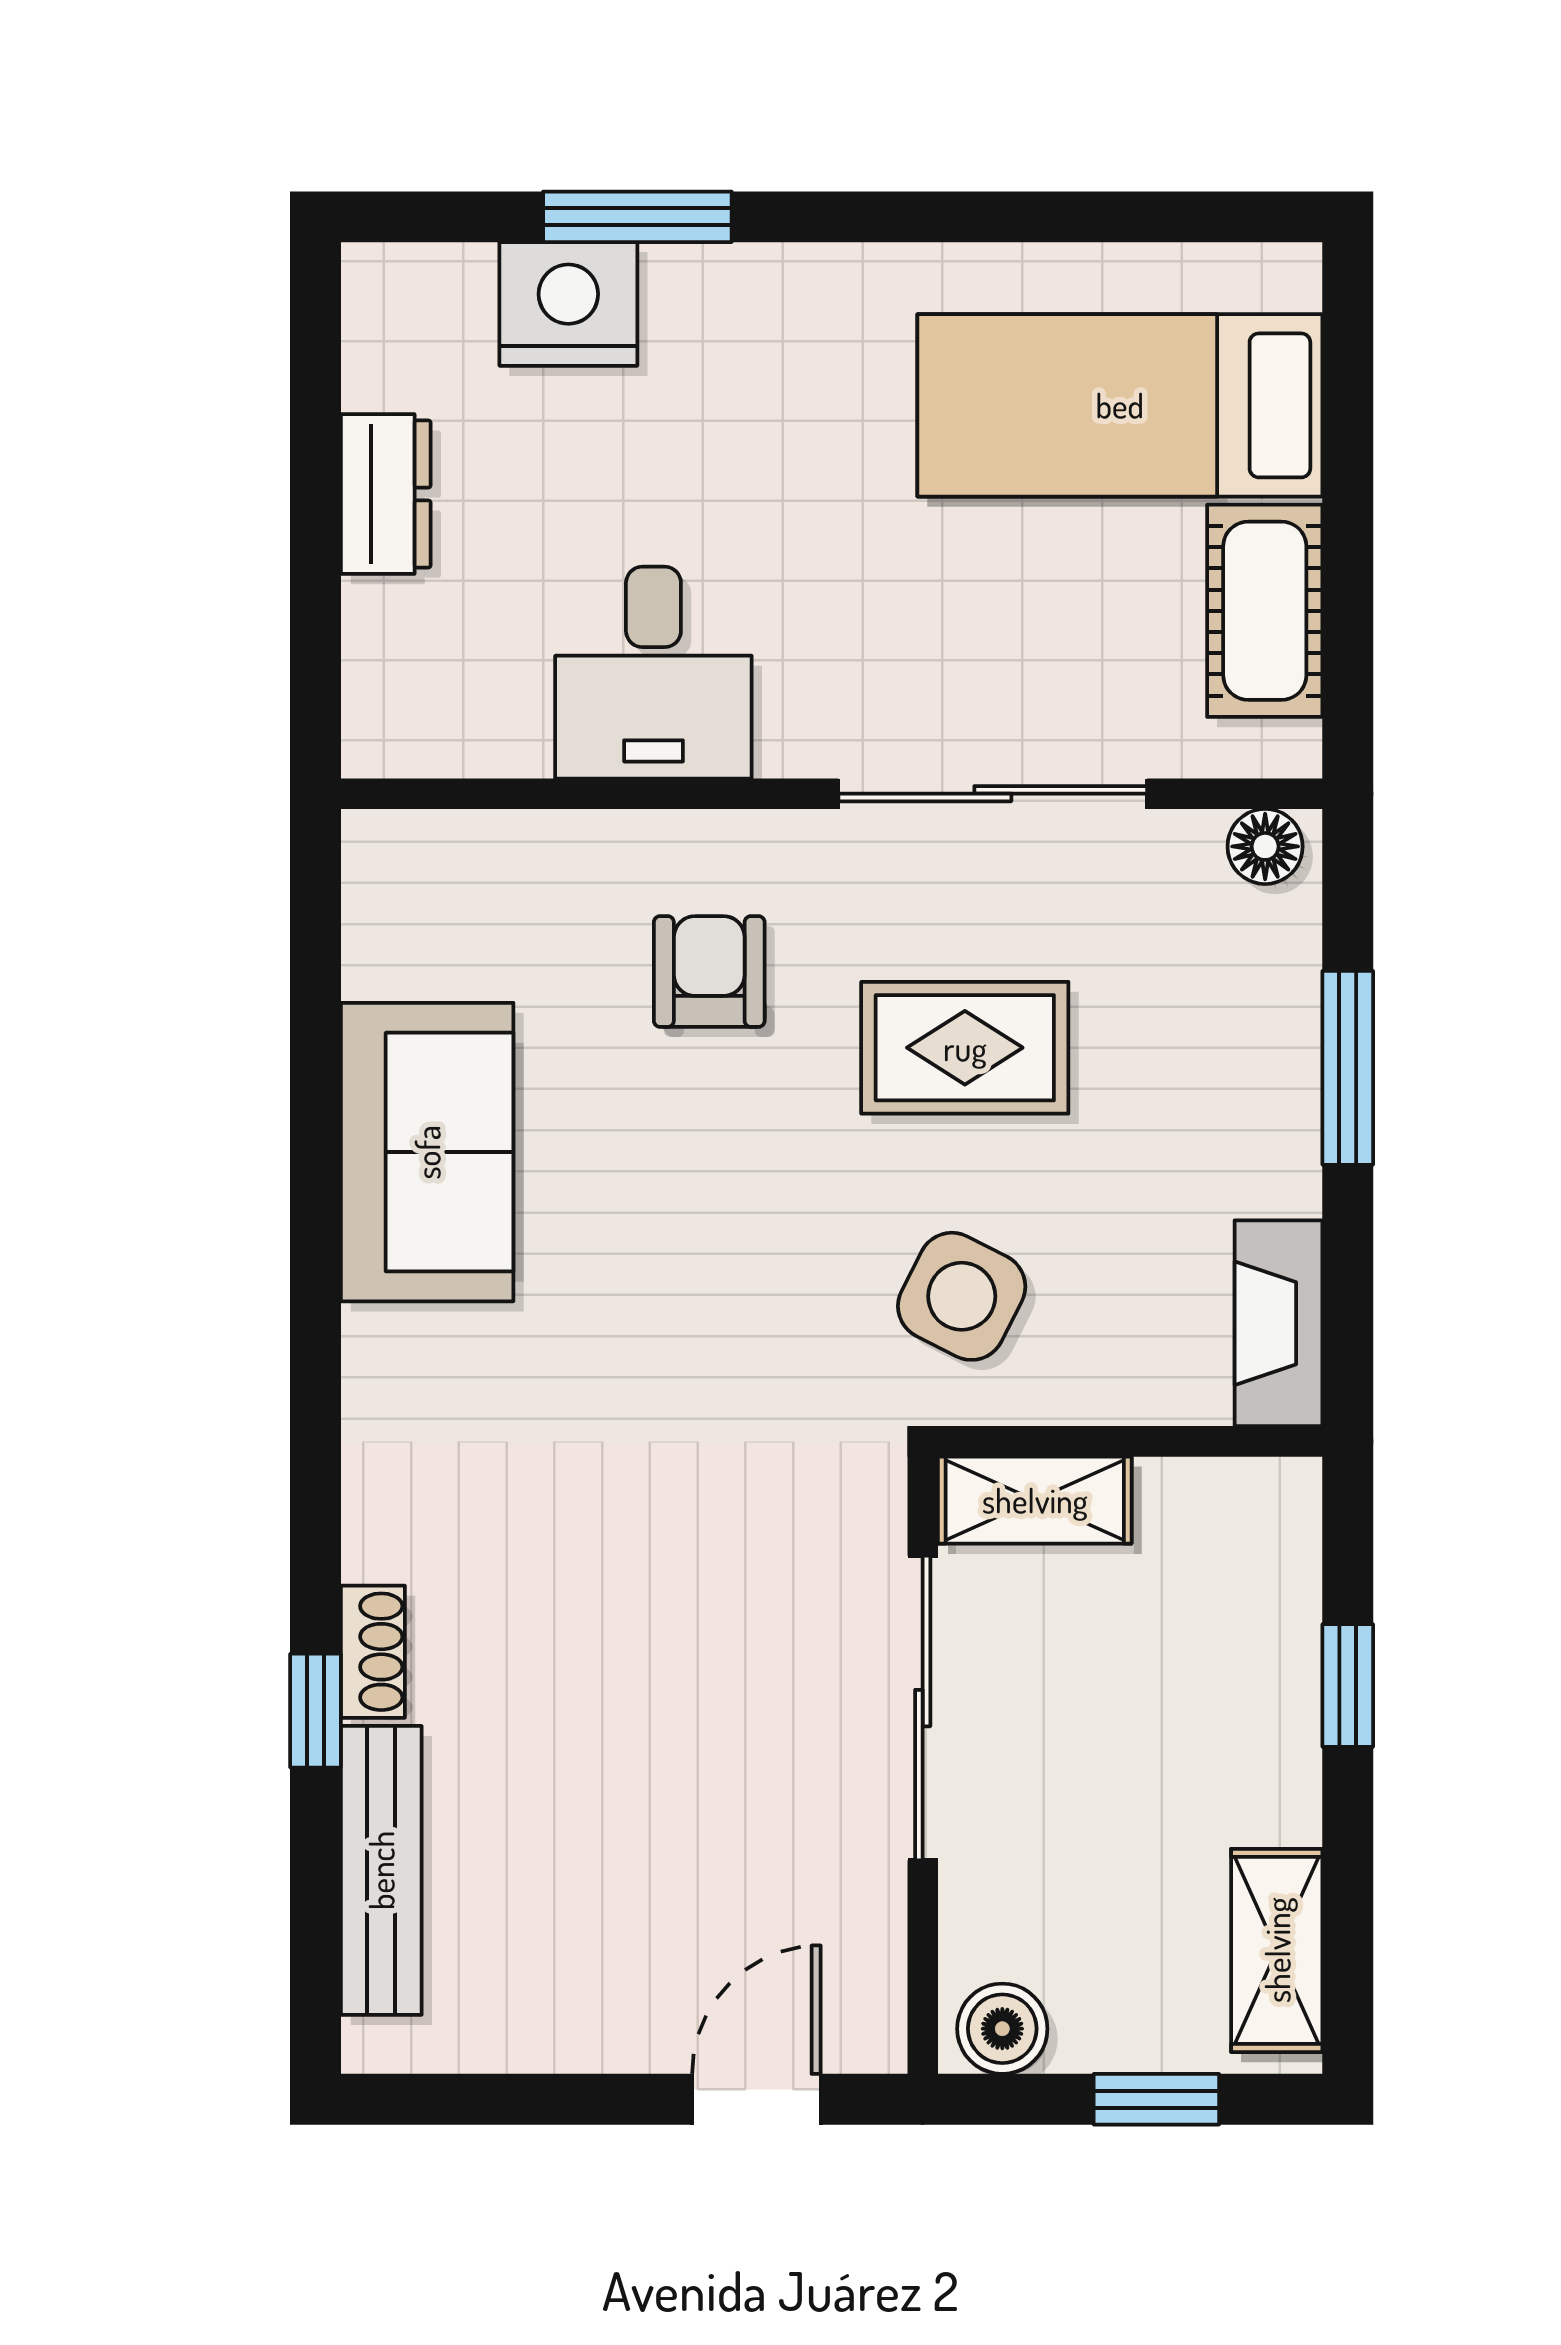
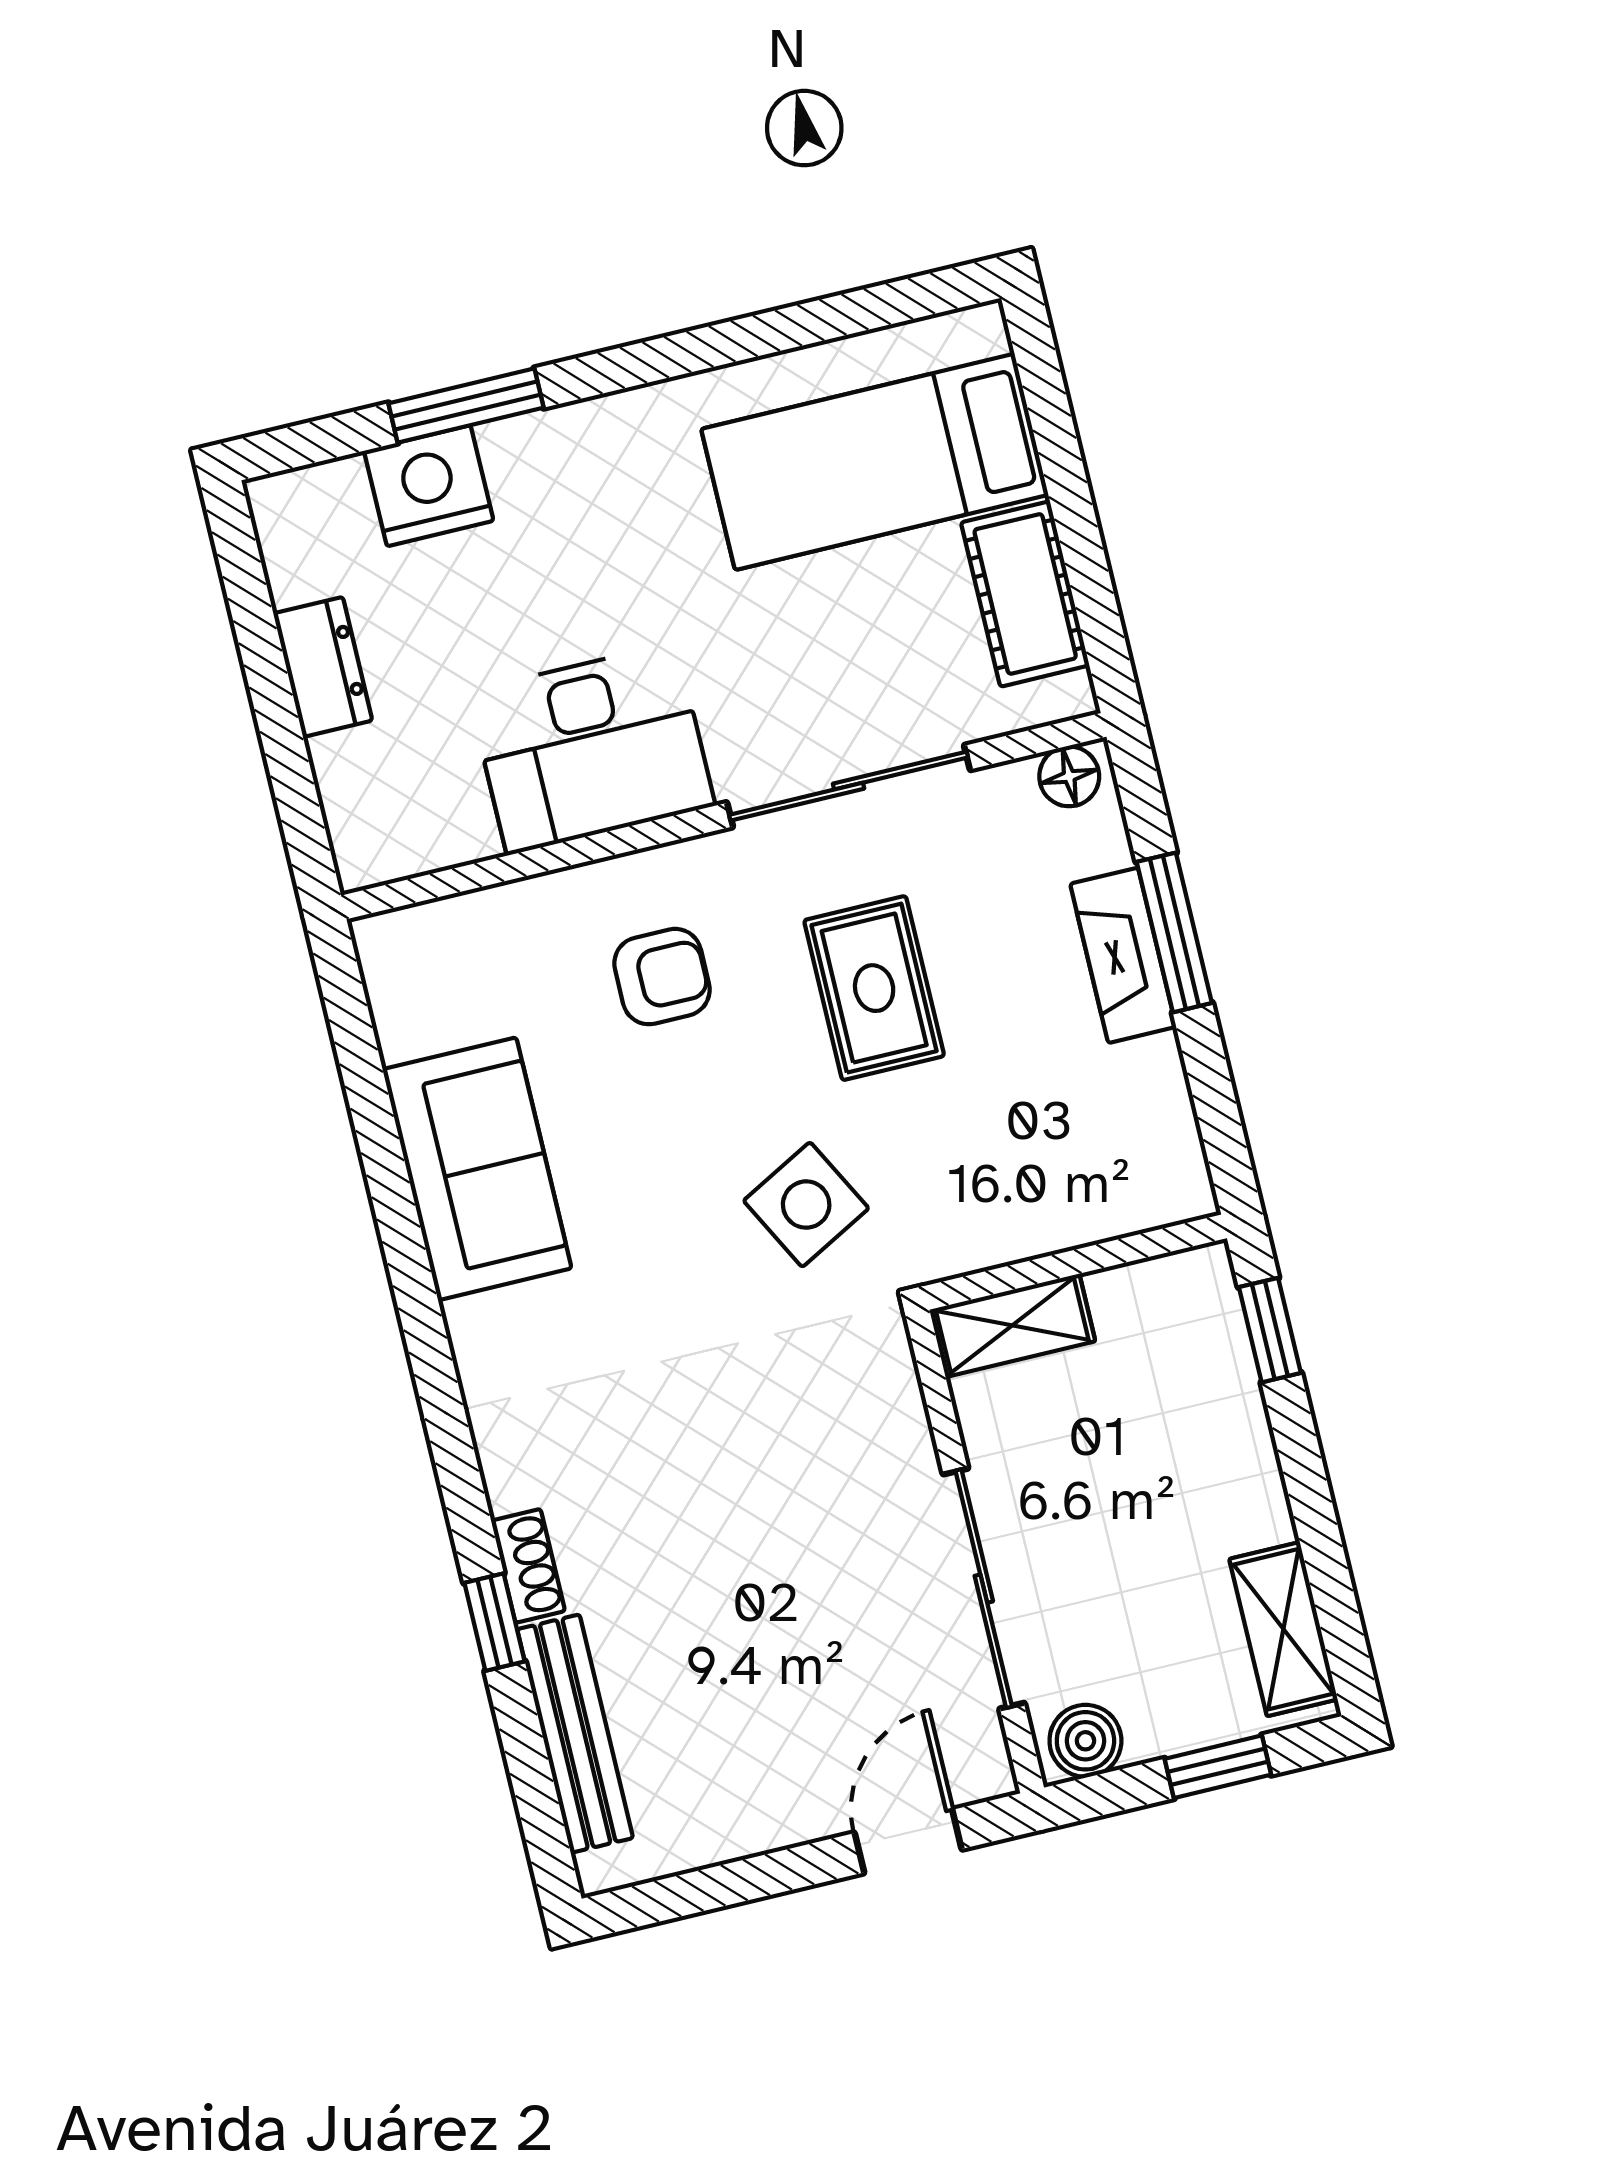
desk: (653, 673) -> (592, 749), width x1.37
armchair: (709, 971) -> (662, 977), turned 90
rug: (965, 1048) -> (874, 988), turned 90
side table: (962, 1296) -> (806, 1205), moved, turned 35
fireplace: (1278, 1323) -> (1123, 955), moved
window: (1348, 1685) -> (1270, 1330), moved
sliding door: (923, 1708) -> (984, 1589), moved

